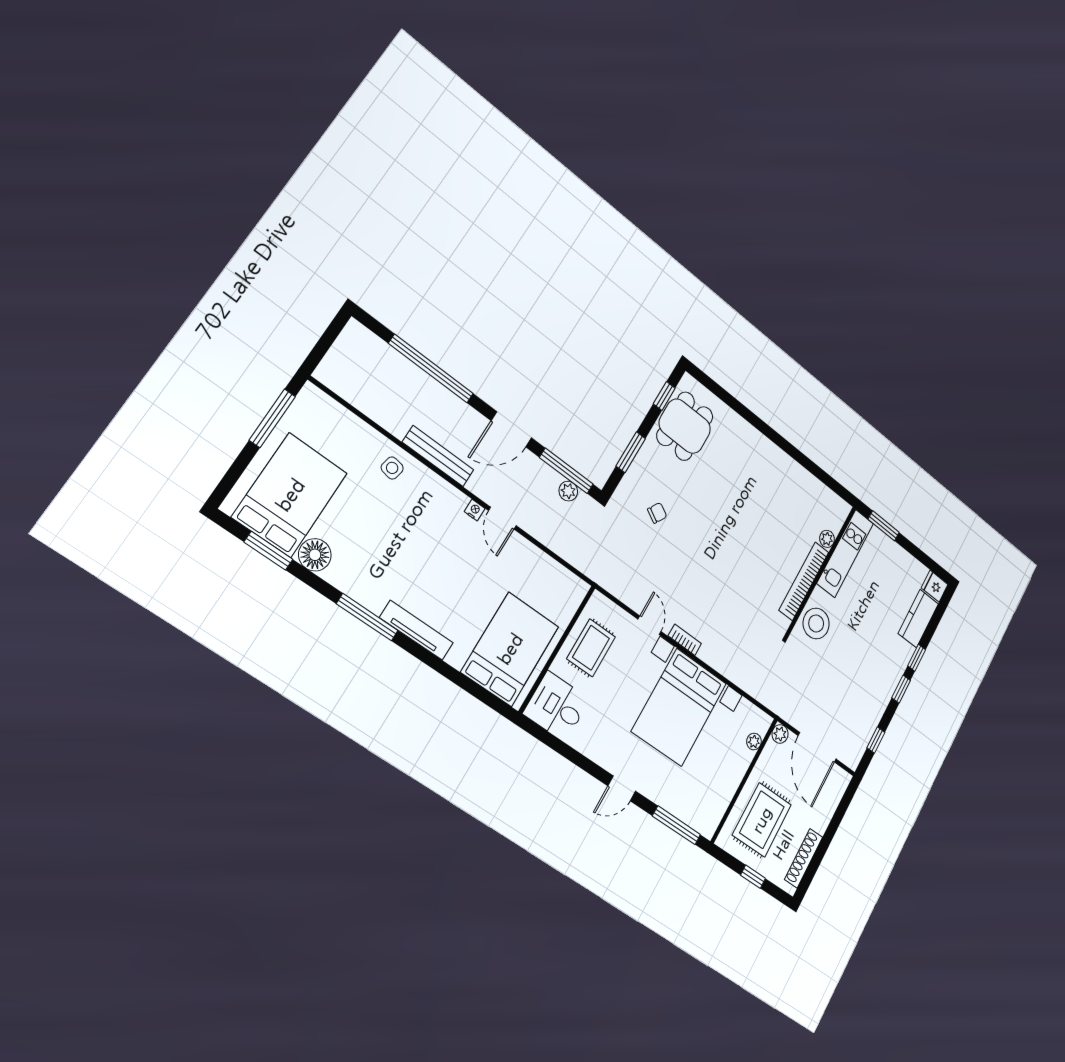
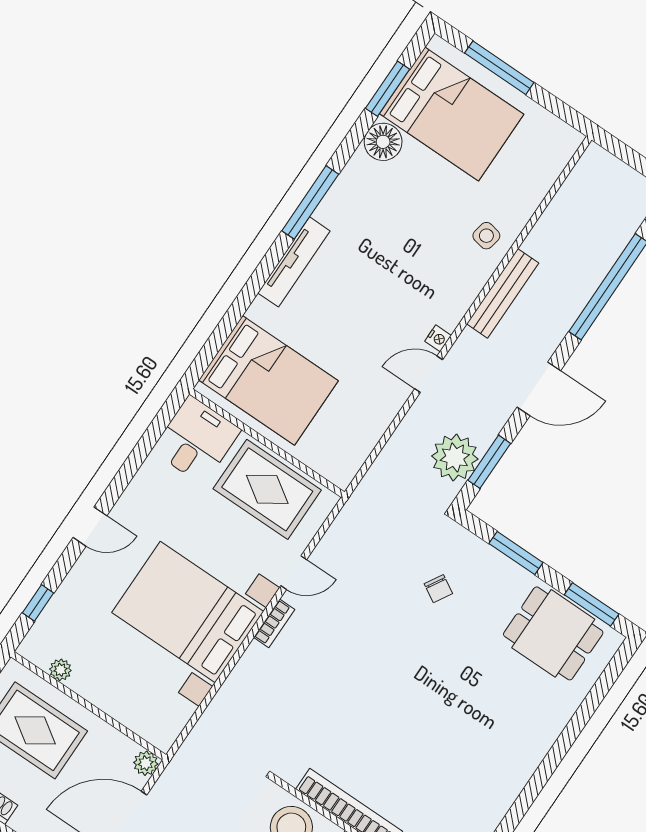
window: (664, 396) -> (592, 604), width x1.50
window: (272, 418) -> (499, 68), moved
door: (511, 429) -> (539, 389), swing flipped
window: (566, 471) -> (489, 462), width x0.69
plant: (568, 491) -> (455, 457), width x1.87, depth x1.87
rug: (591, 648) -> (267, 489), width x1.36, depth x1.43
plant: (754, 742) -> (60, 670), moved
door: (622, 788) -> (90, 527), swing flipped
window: (677, 825) -> (38, 603), width x0.46

